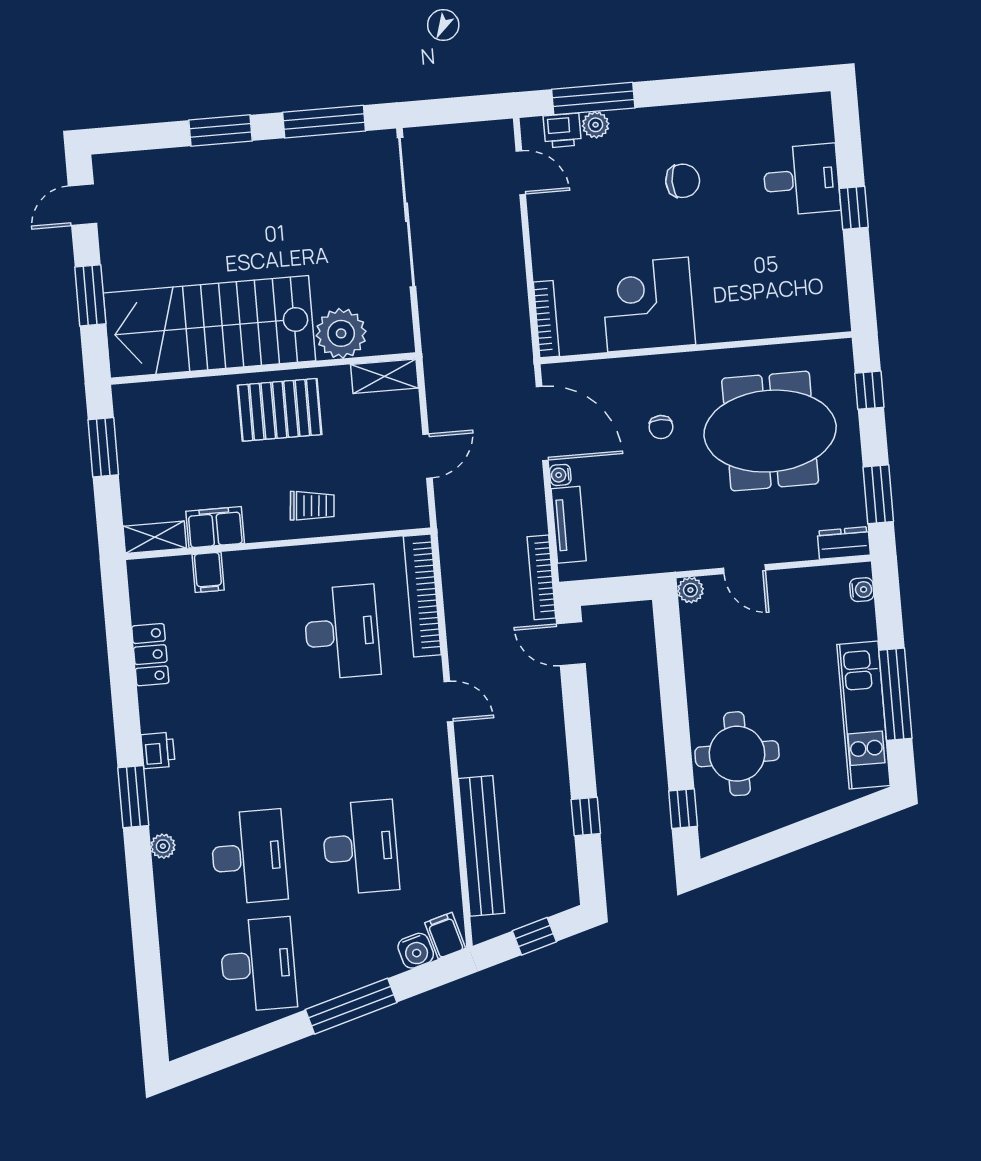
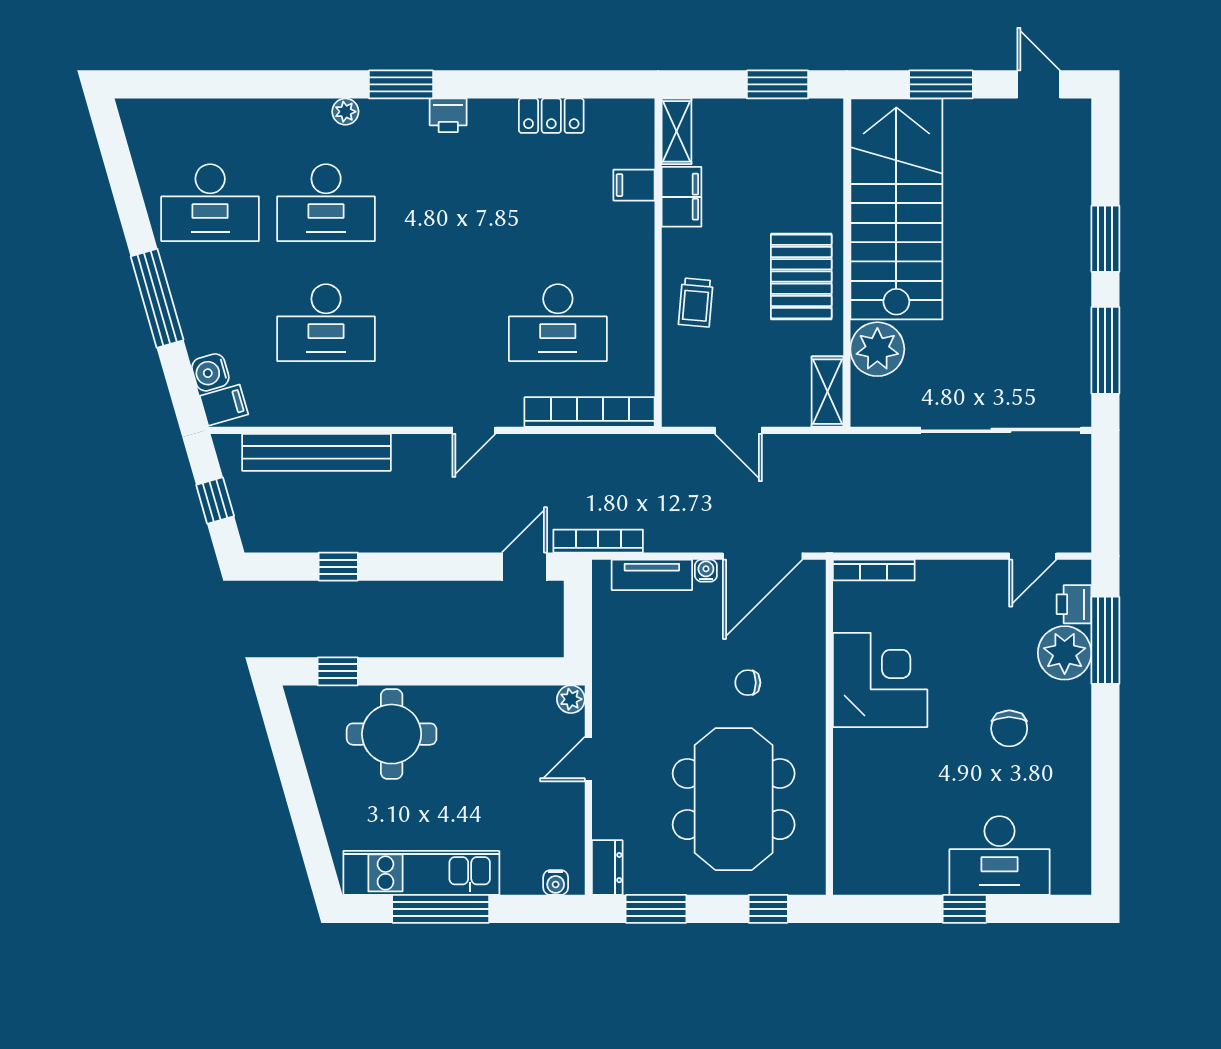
plant: (596, 125) -> (1065, 653), width x1.87, depth x1.87
desk: (801, 180) -> (1000, 856), width x1.37

